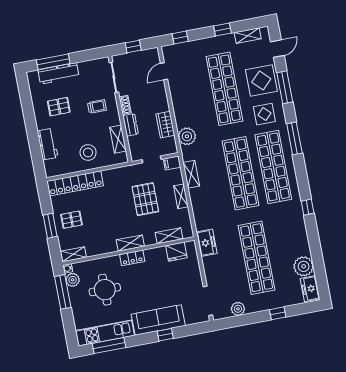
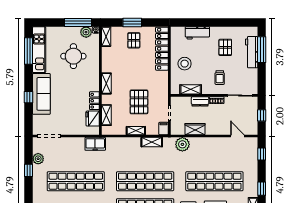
pallet: (145, 199) -> (139, 102), turned 90
locker: (132, 258) -> (94, 101), moved
window: (278, 313) -> (29, 170), moved

